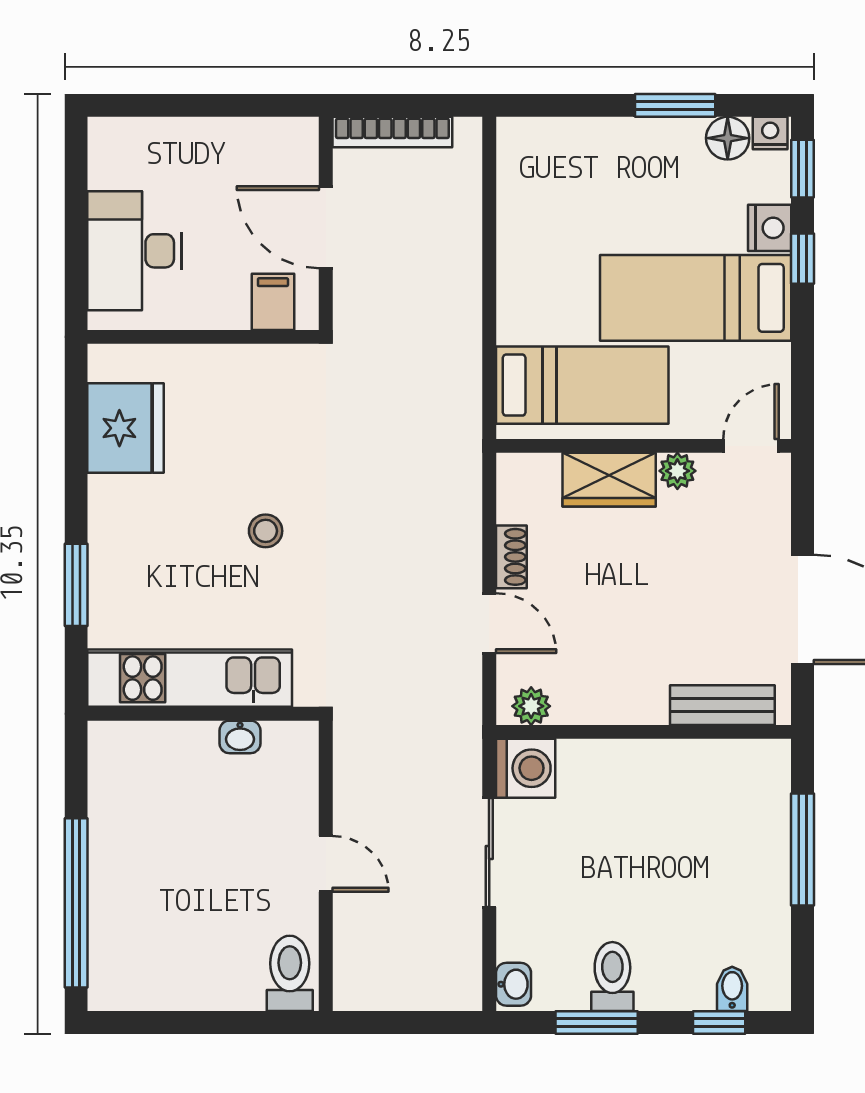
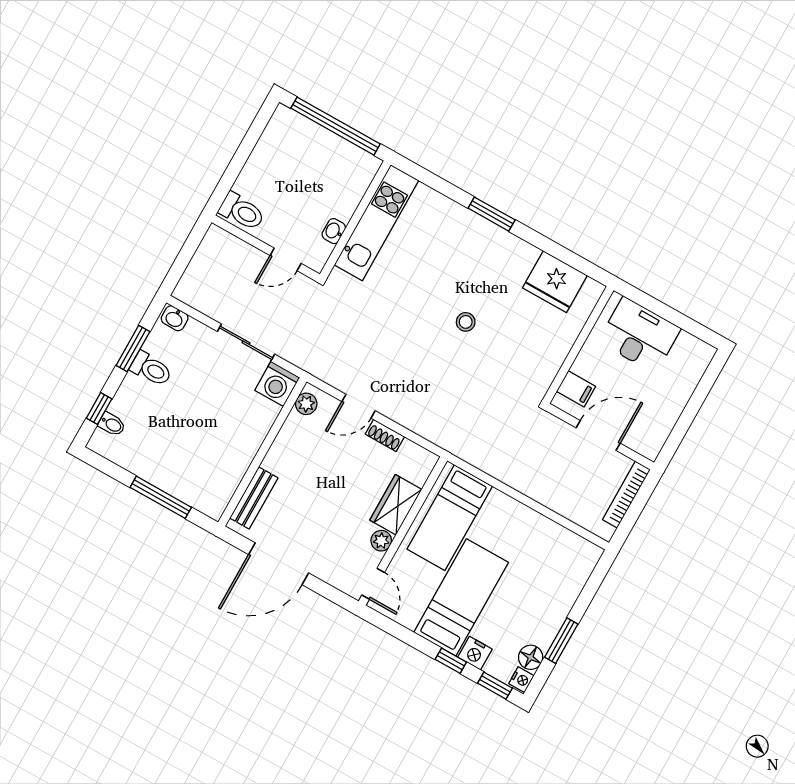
kitchen unit: (190, 678) -> (377, 223), moved
wall: (203, 714) -> (355, 219), moved
washbasin: (240, 737) -> (334, 231), moved

